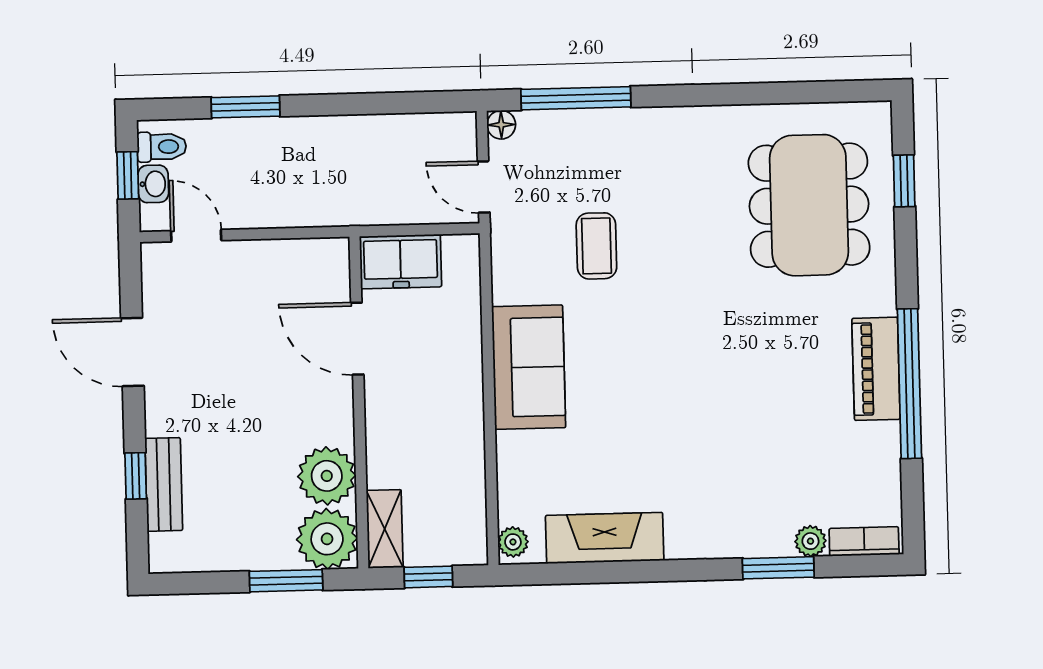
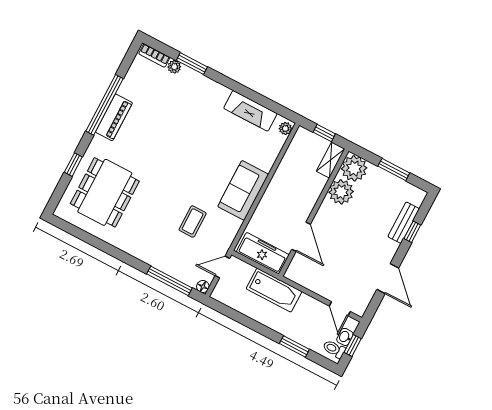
window: (904, 181) -> (73, 165), moved
door: (484, 187) -> (222, 267), swing flipped
bathtub: (352, 199) -> (274, 290), added
freezer: (401, 261) -> (263, 253), width x1.40
window: (286, 581) -> (394, 170), moved

